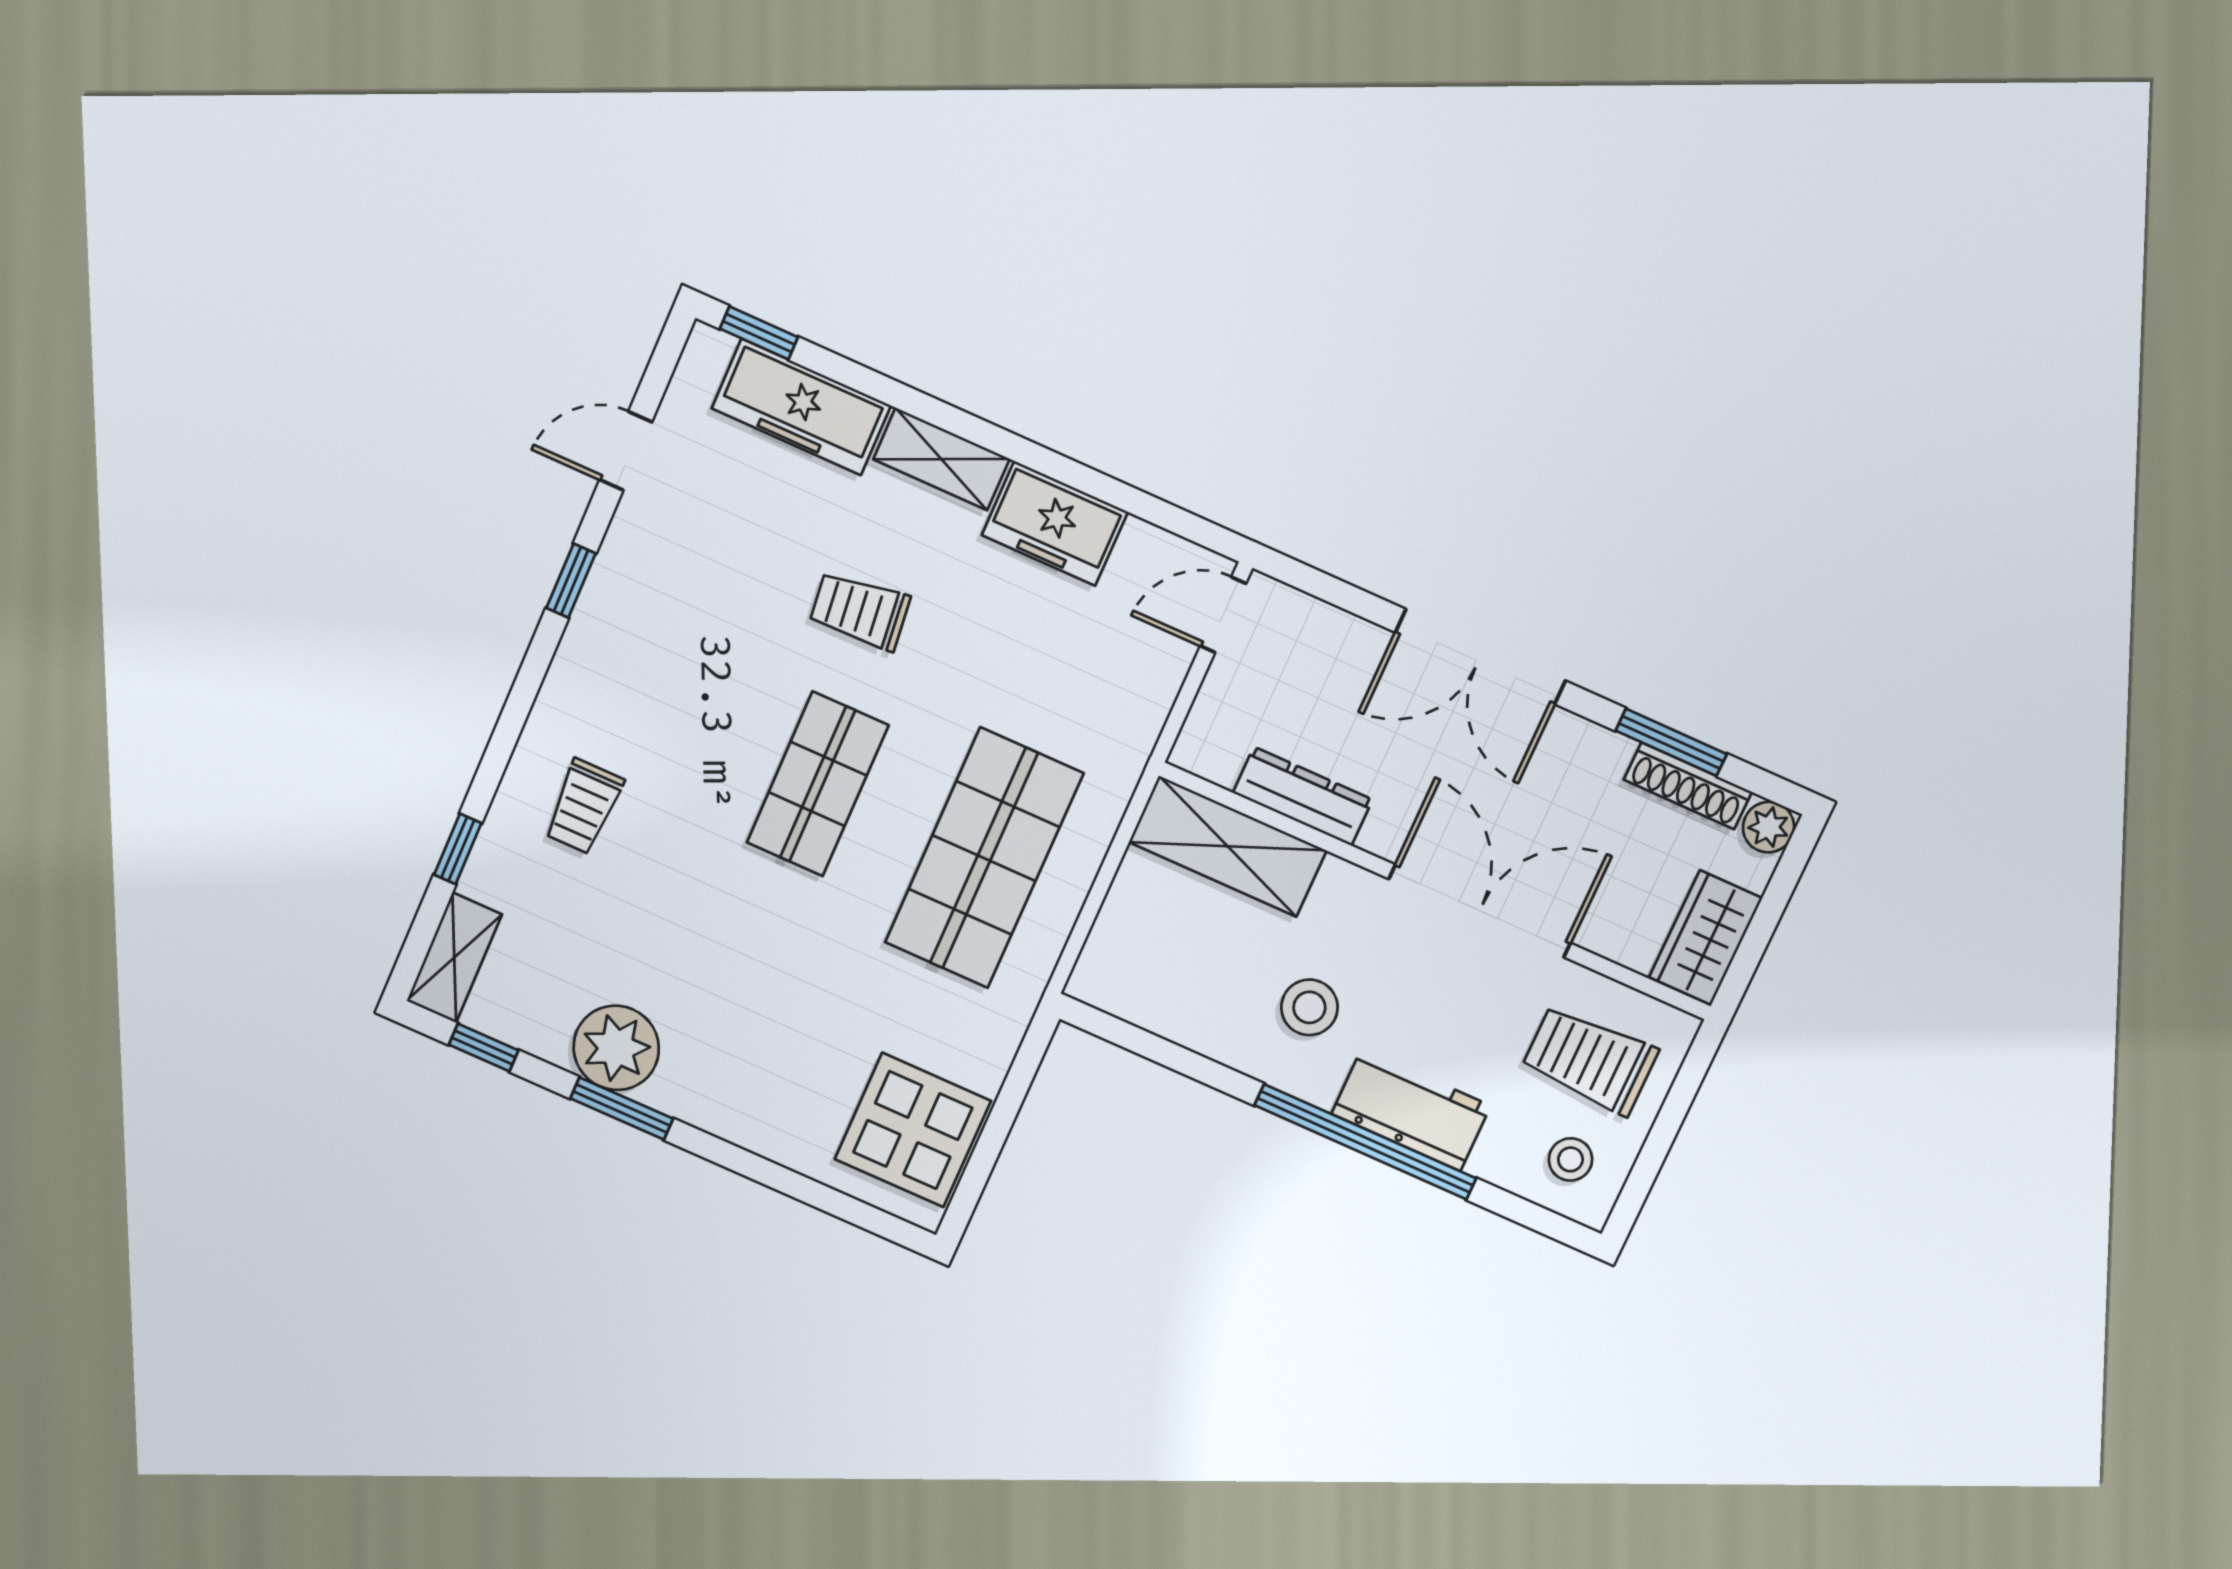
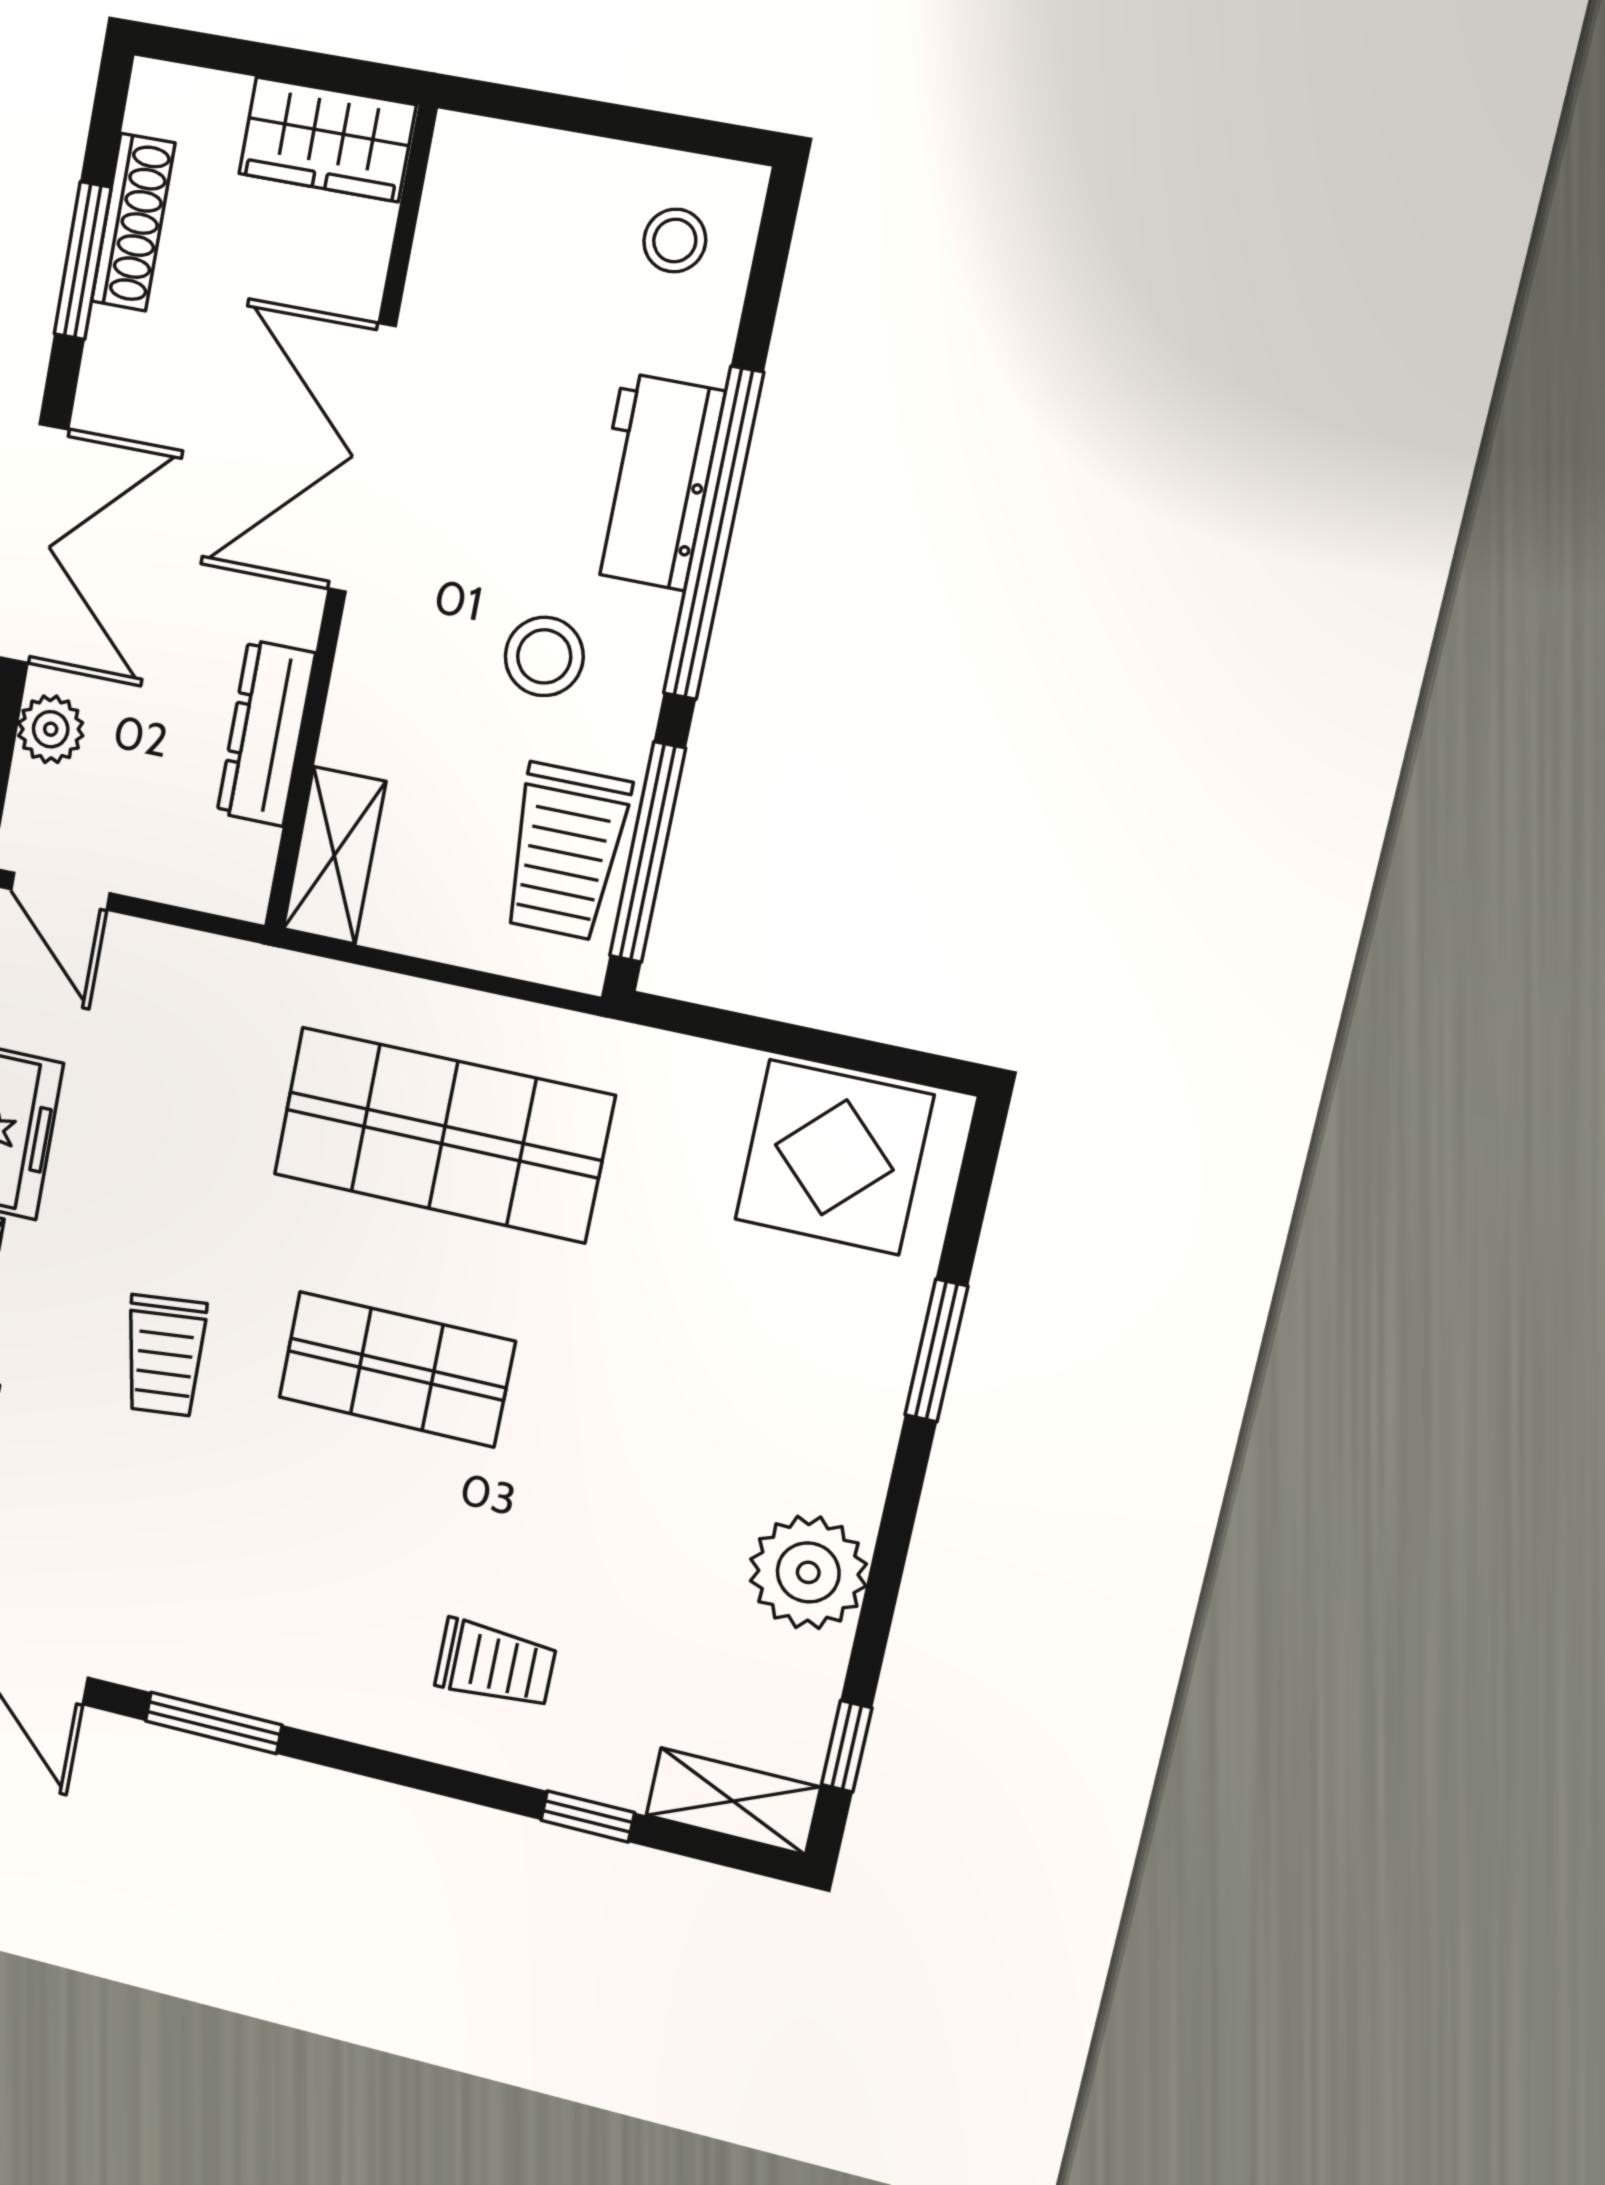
window: (571, 581) -> (214, 1723), width x1.50
plant: (1769, 827) -> (51, 729), moved
shelving: (1228, 846) -> (334, 856), width x0.67, depth x0.75
window: (1155, 1048) -> (648, 852), added
trolley: (1590, 1060) -> (566, 852), moved
window: (622, 1109) -> (936, 1351), moved

